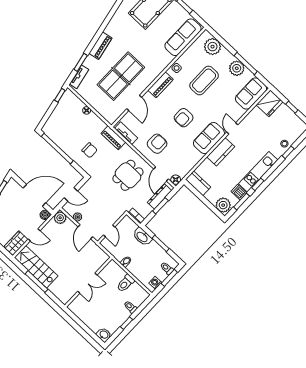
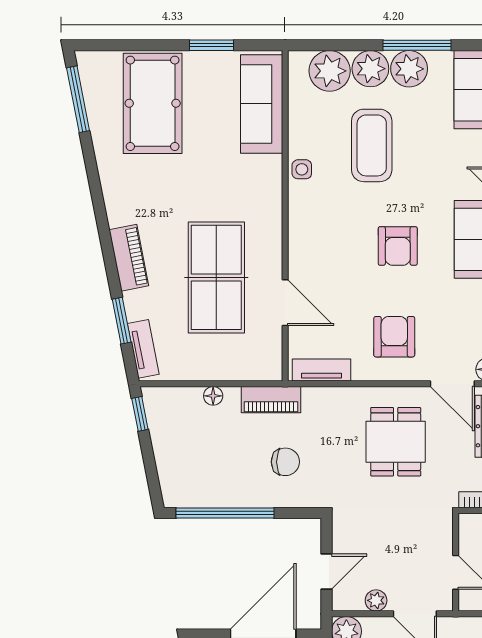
plant: (225, 57) -> (370, 69), added
piano: (161, 85) -> (302, 226), removed
piano: (113, 138) -> (271, 400), moved

